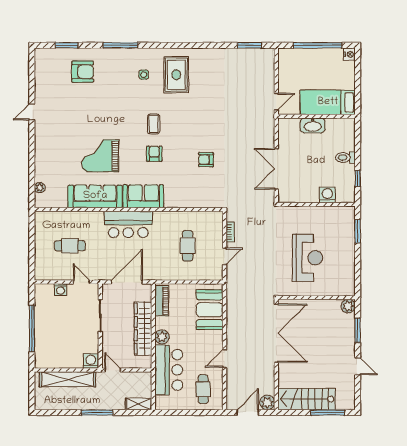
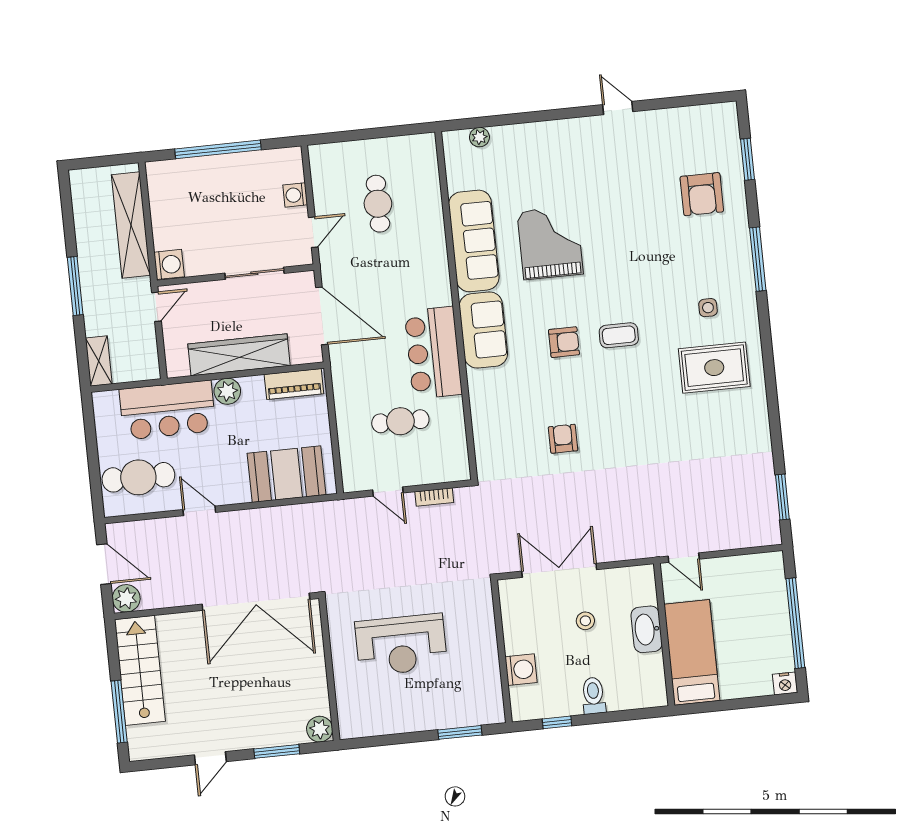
stool: (305, 158) -> (585, 621), added
bar counter: (128, 224) -> (433, 353), moved
cafe table: (203, 389) -> (138, 477), width x1.37, depth x1.35

